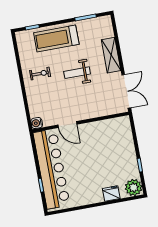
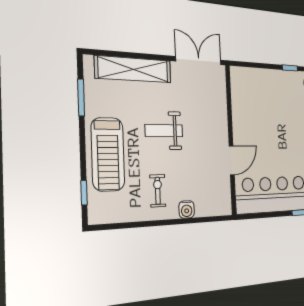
shelving: (111, 55) -> (134, 69), width x1.47
weight bench: (77, 73) -> (164, 131), turned 90
water cooler: (37, 123) -> (187, 209), moved

